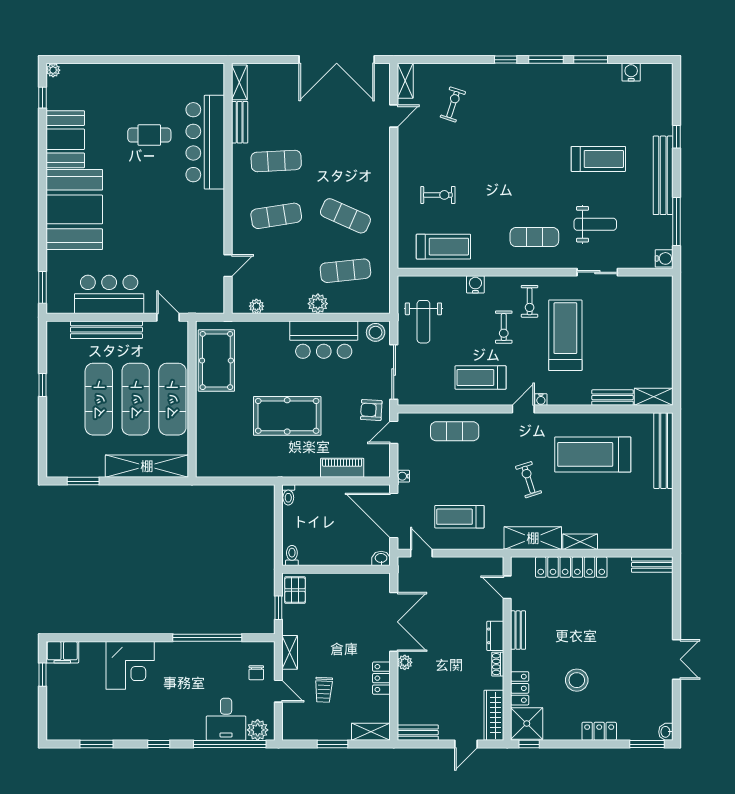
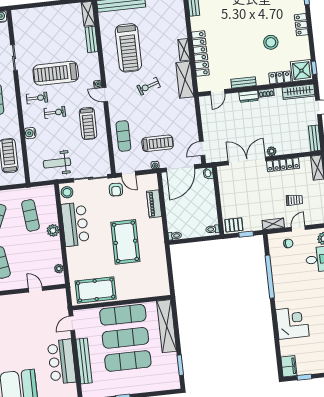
weight bench: (423, 322) -> (57, 163), turned 180
treadmill: (459, 517) -> (158, 143), moved, turned -90
locker: (381, 678) -> (283, 165), width x1.53

